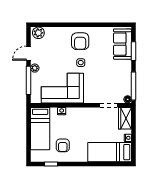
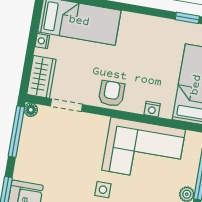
armchair: (63, 145) -> (112, 94), moved

